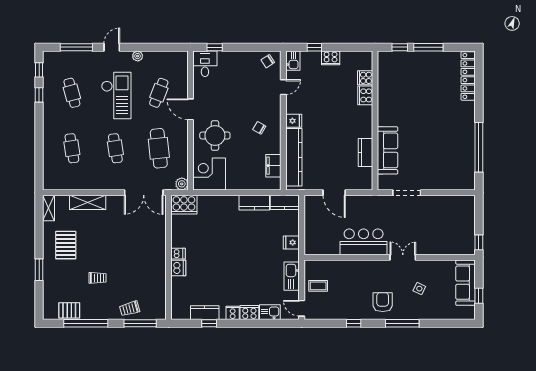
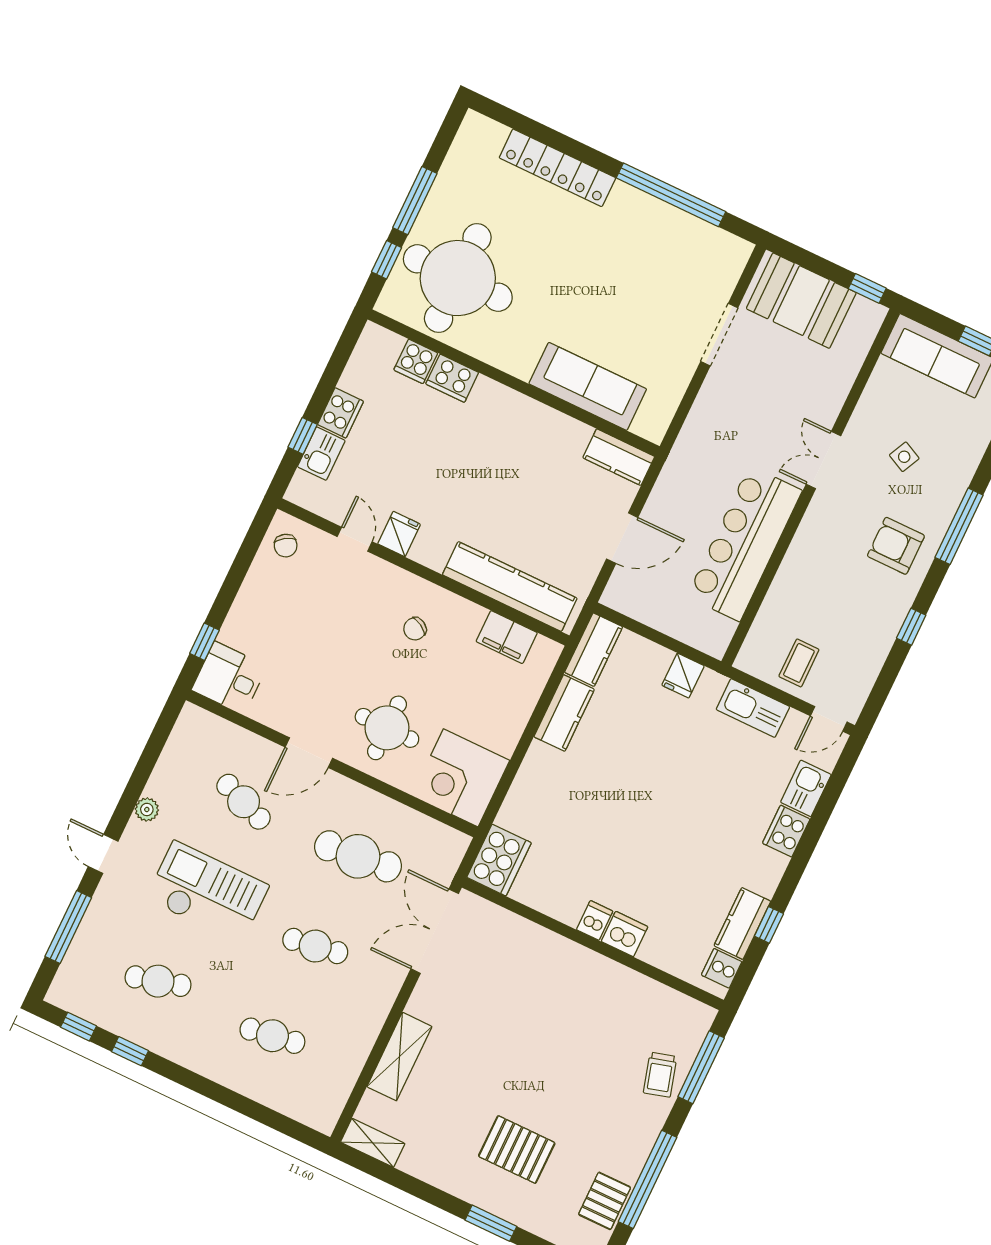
kitchen sink: (293, 61) -> (321, 454), moved, turned 90
locker: (468, 76) -> (557, 168), moved
round table: (406, 79) -> (458, 278), added
fridge: (294, 121) -> (399, 534), moved
kitchen counter: (365, 153) -> (619, 457), moved
plant: (182, 184) -> (454, 844), removed
double door: (144, 193) -> (435, 931), swing flipped
doorway: (407, 193) -> (719, 335), moved
booth: (462, 219) -> (801, 301), added
bar counter: (364, 242) -> (745, 544), width x1.36
pallet: (66, 245) -> (517, 1150), moved
trolley: (98, 278) -> (565, 1110), removed
cooker: (233, 313) -> (722, 968), moved

